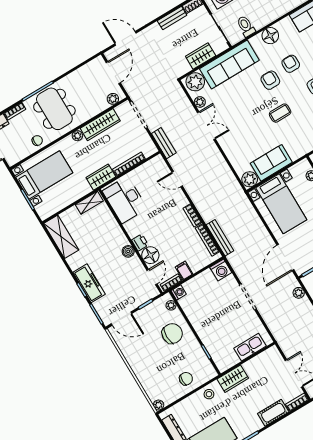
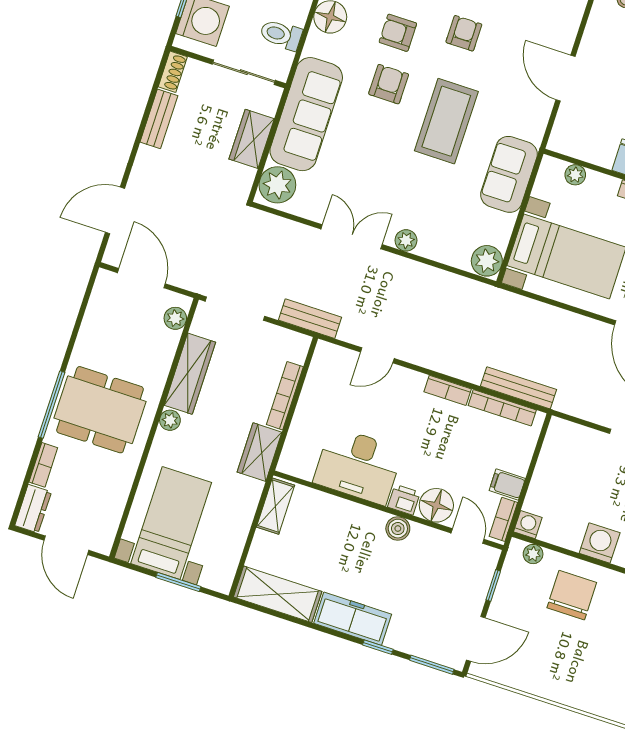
armchair: (270, 80) -> (389, 84), turned 90
plant: (200, 102) -> (406, 240), moved
coffee table: (280, 113) -> (446, 121), width x1.86, depth x1.72
chair: (37, 141) -> (116, 480), removed
sofa: (271, 163) -> (509, 174), moved
desk: (125, 200) -> (358, 466), moved
washing machine: (221, 270) -> (600, 543), moved, turned -90
freezer: (89, 283) -> (353, 619), moved

